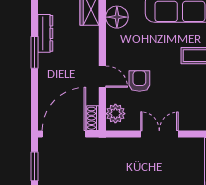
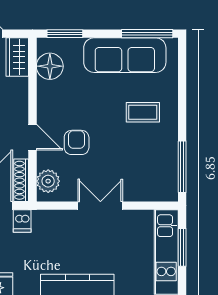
shoe rack: (93, 118) -> (21, 180), width x1.43
dishwasher: (94, 147) -> (22, 221), added

